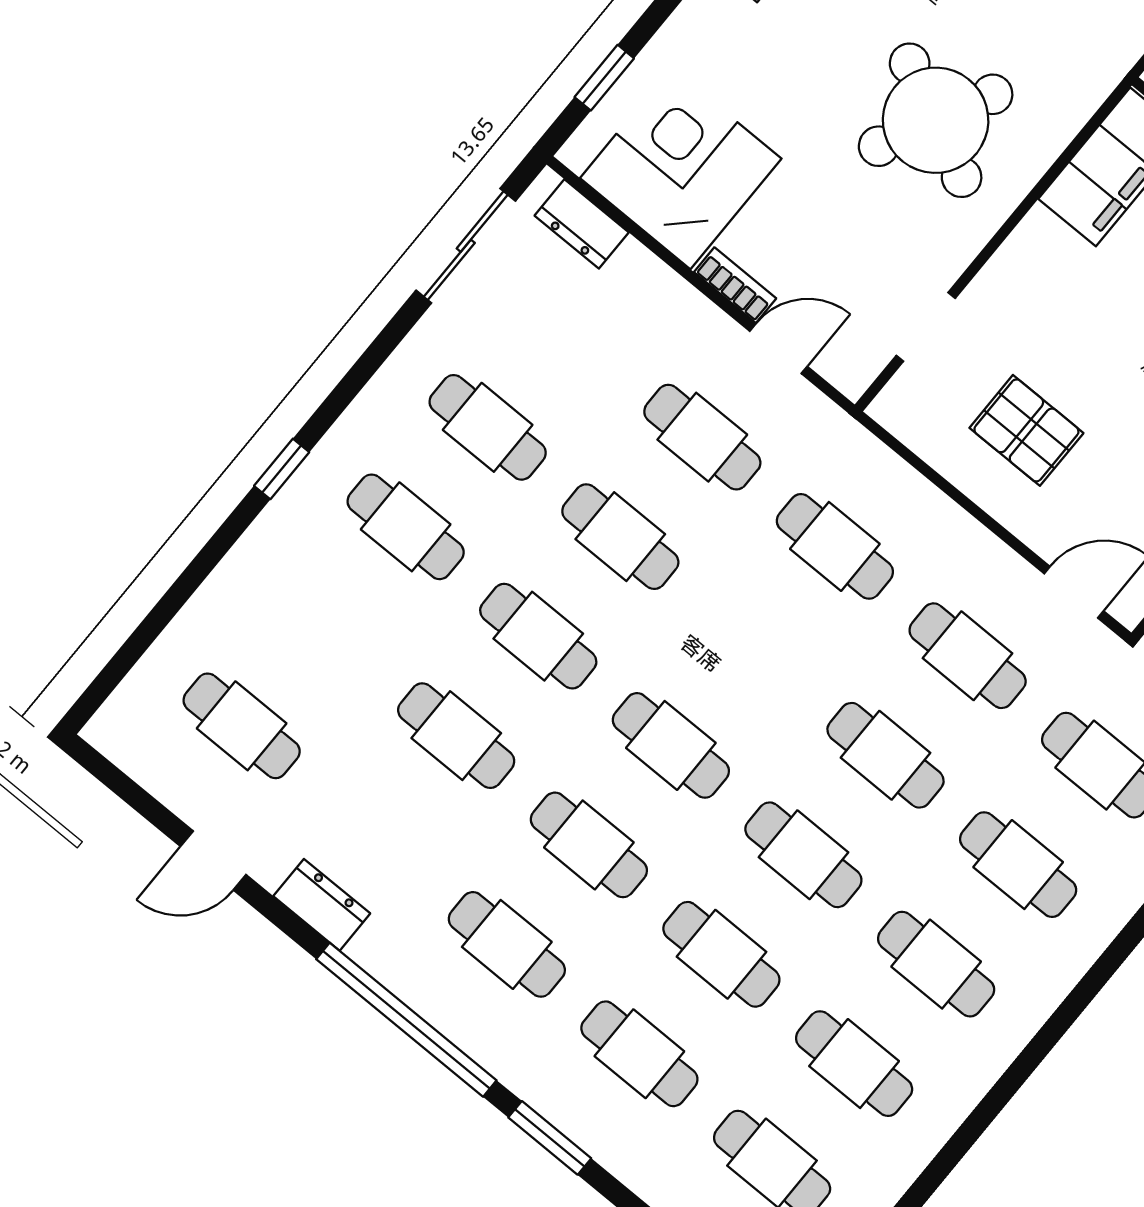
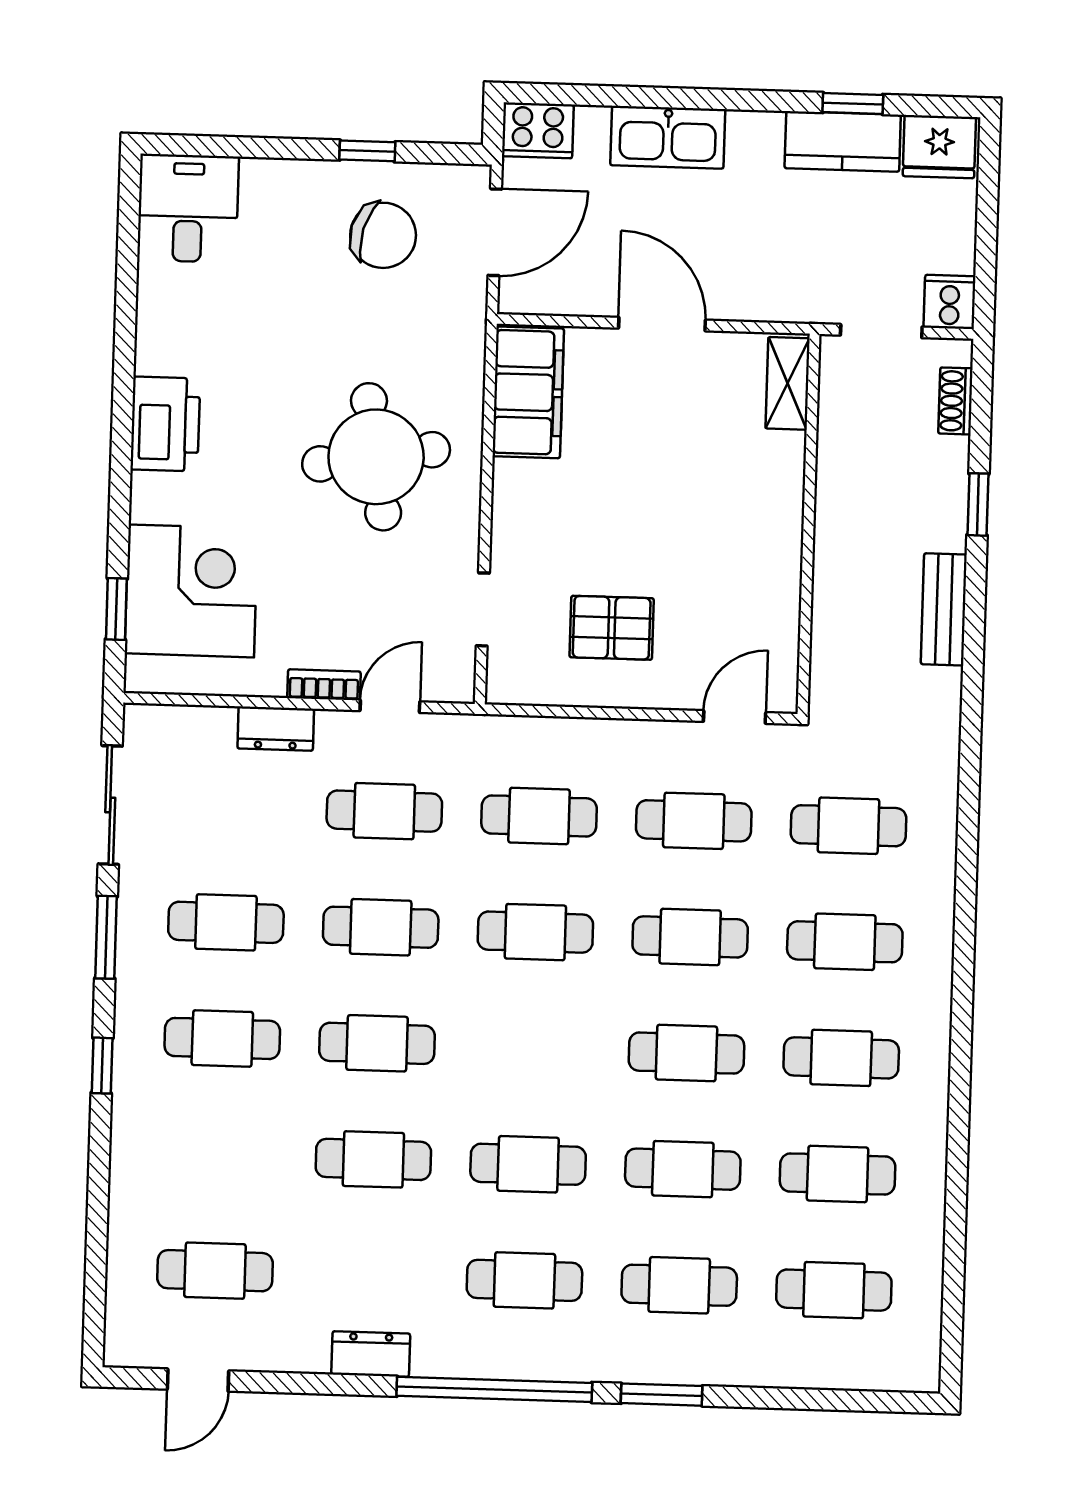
round table: (936, 120) -> (376, 457), turned -35
corner desk: (681, 168) -> (191, 591), moved, turned 90
dresser: (582, 224) -> (276, 729), moved
window: (372, 359) -> (106, 937), added
cafe table: (671, 745) -> (535, 932), moved
door: (213, 861) -> (198, 1380), moved

